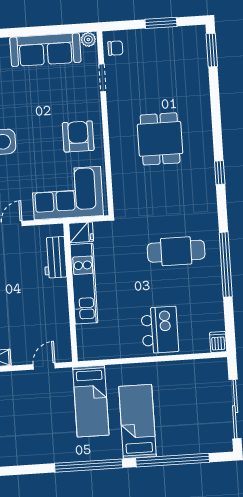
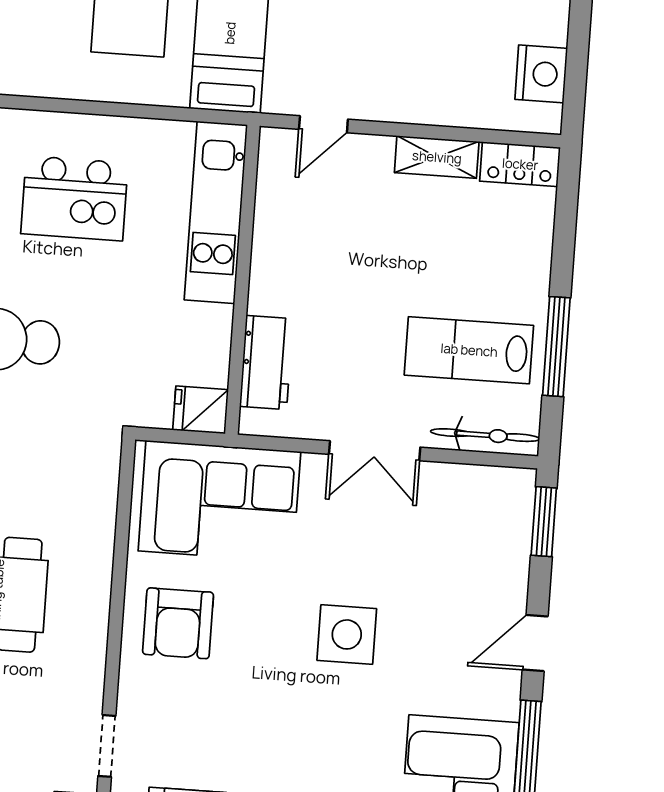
kitchen unit: (84, 284) -> (216, 212), moved
kitchen island: (160, 330) -> (74, 198), moved, turned -90

